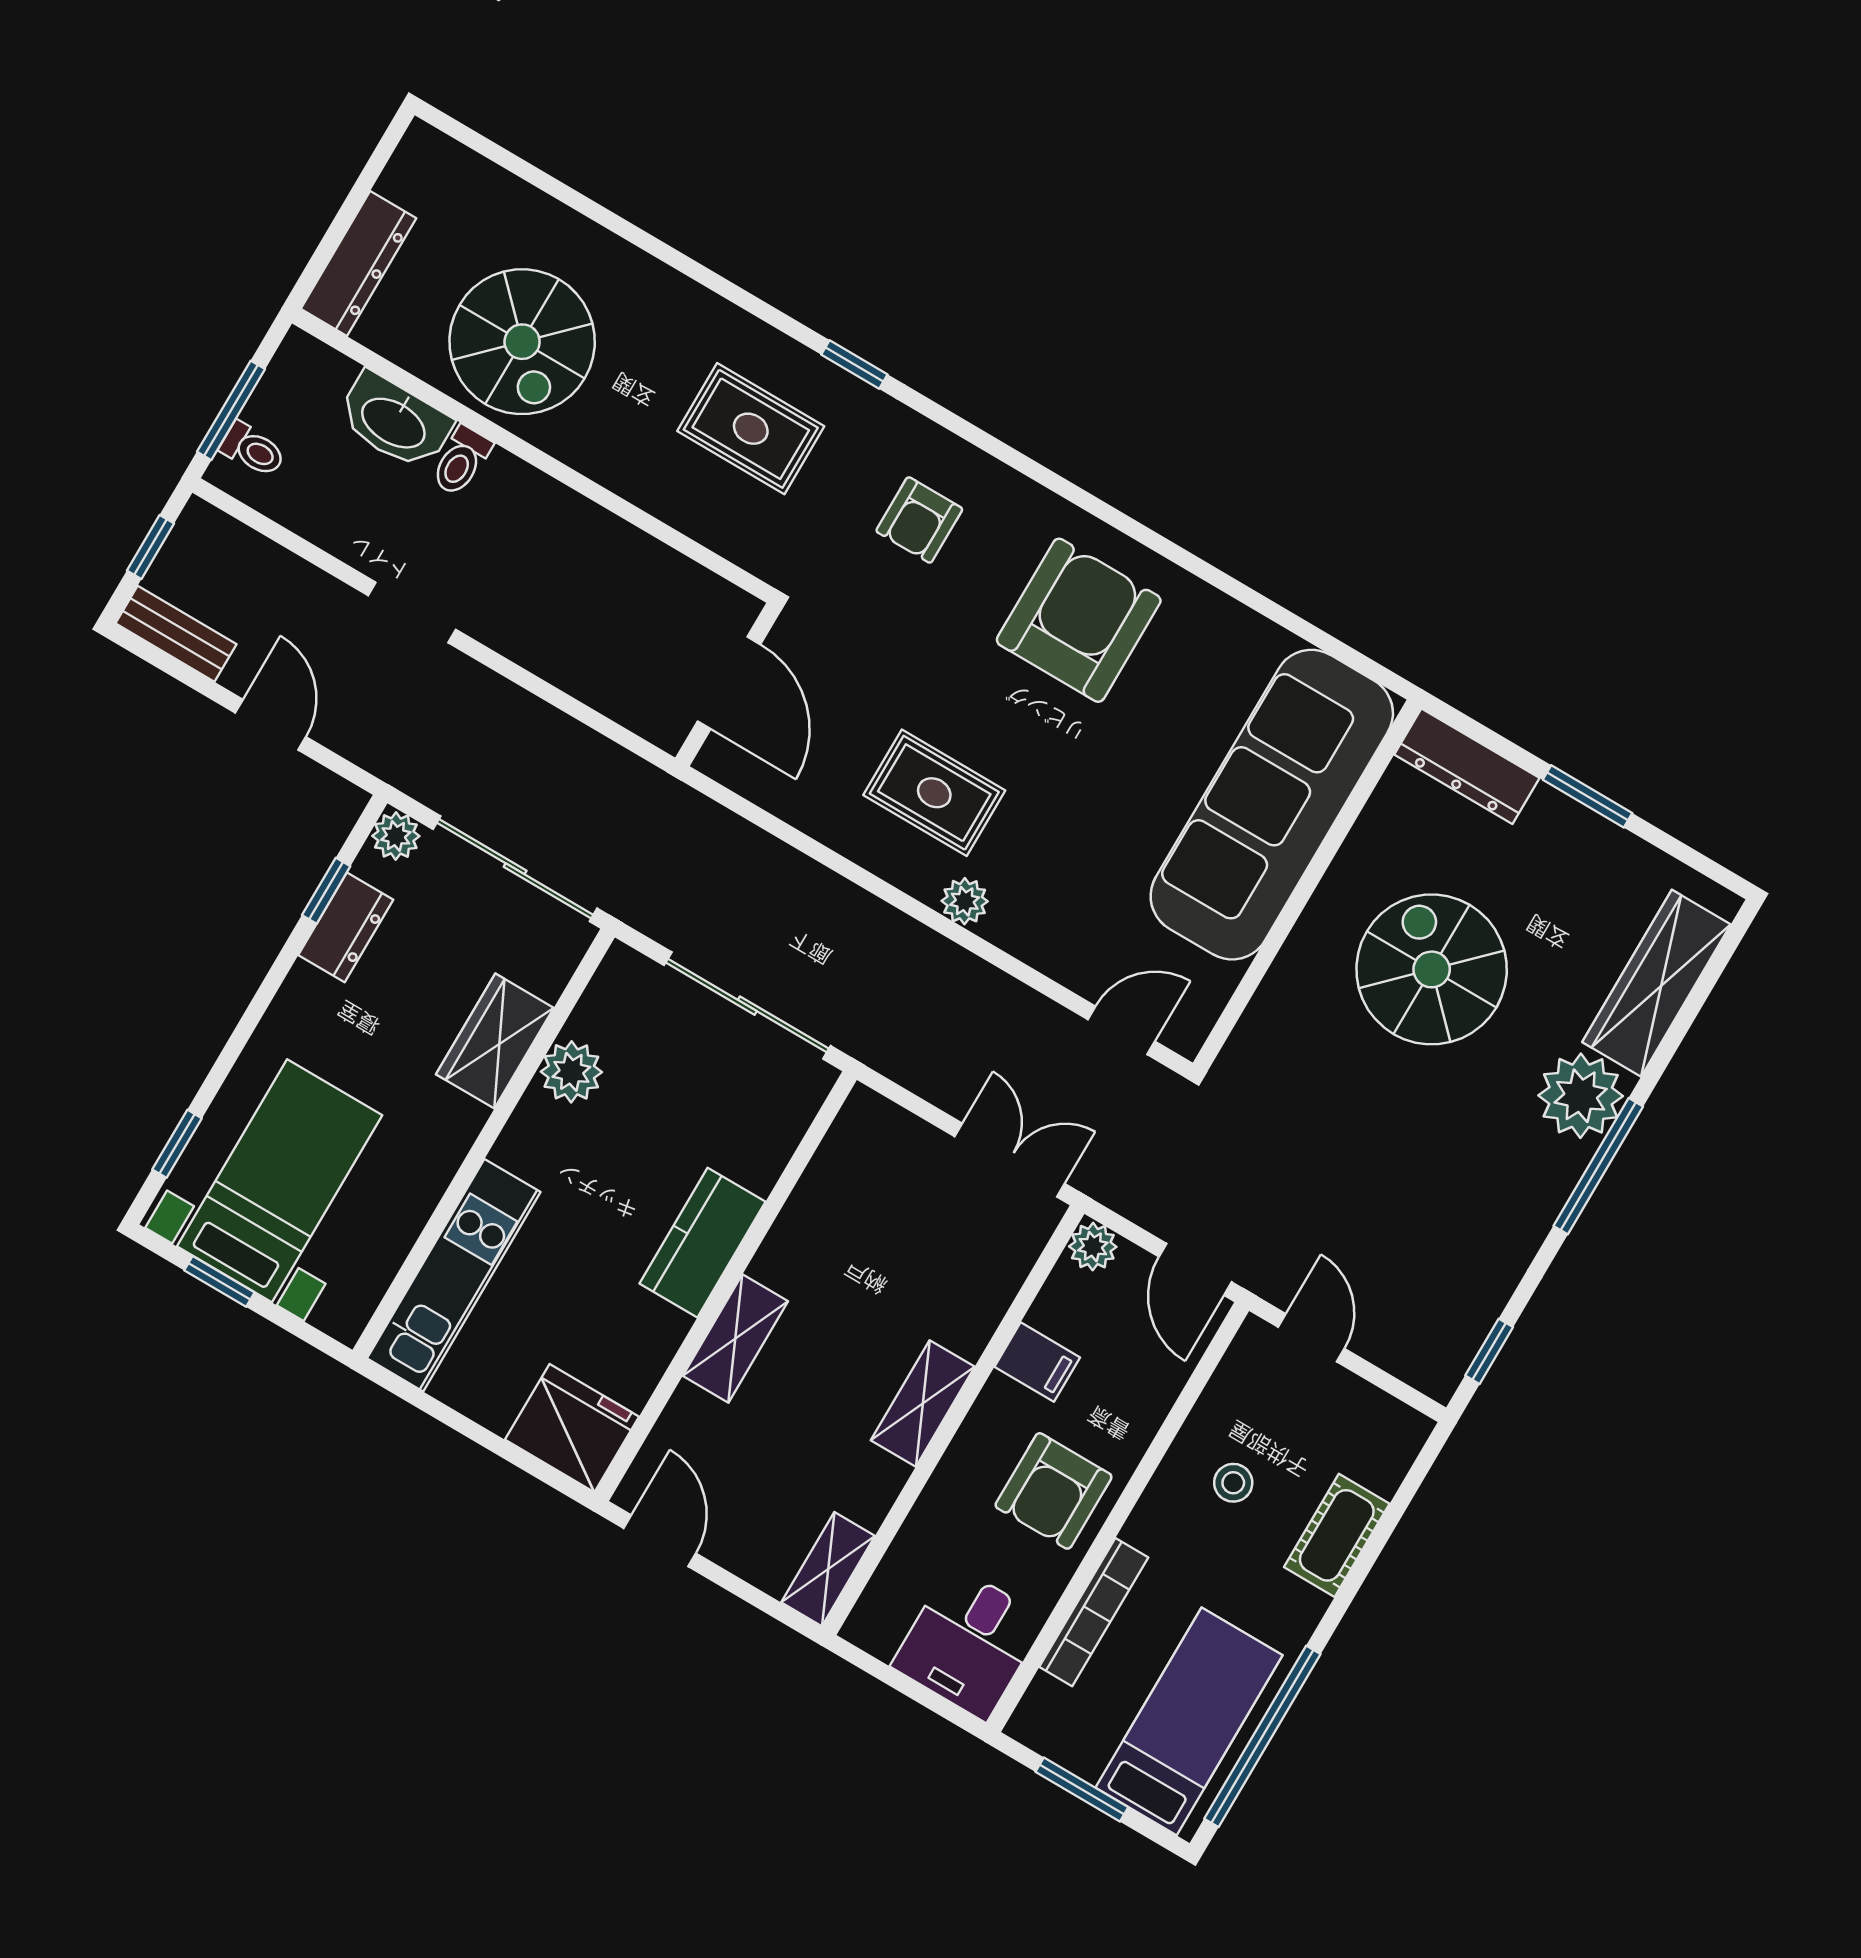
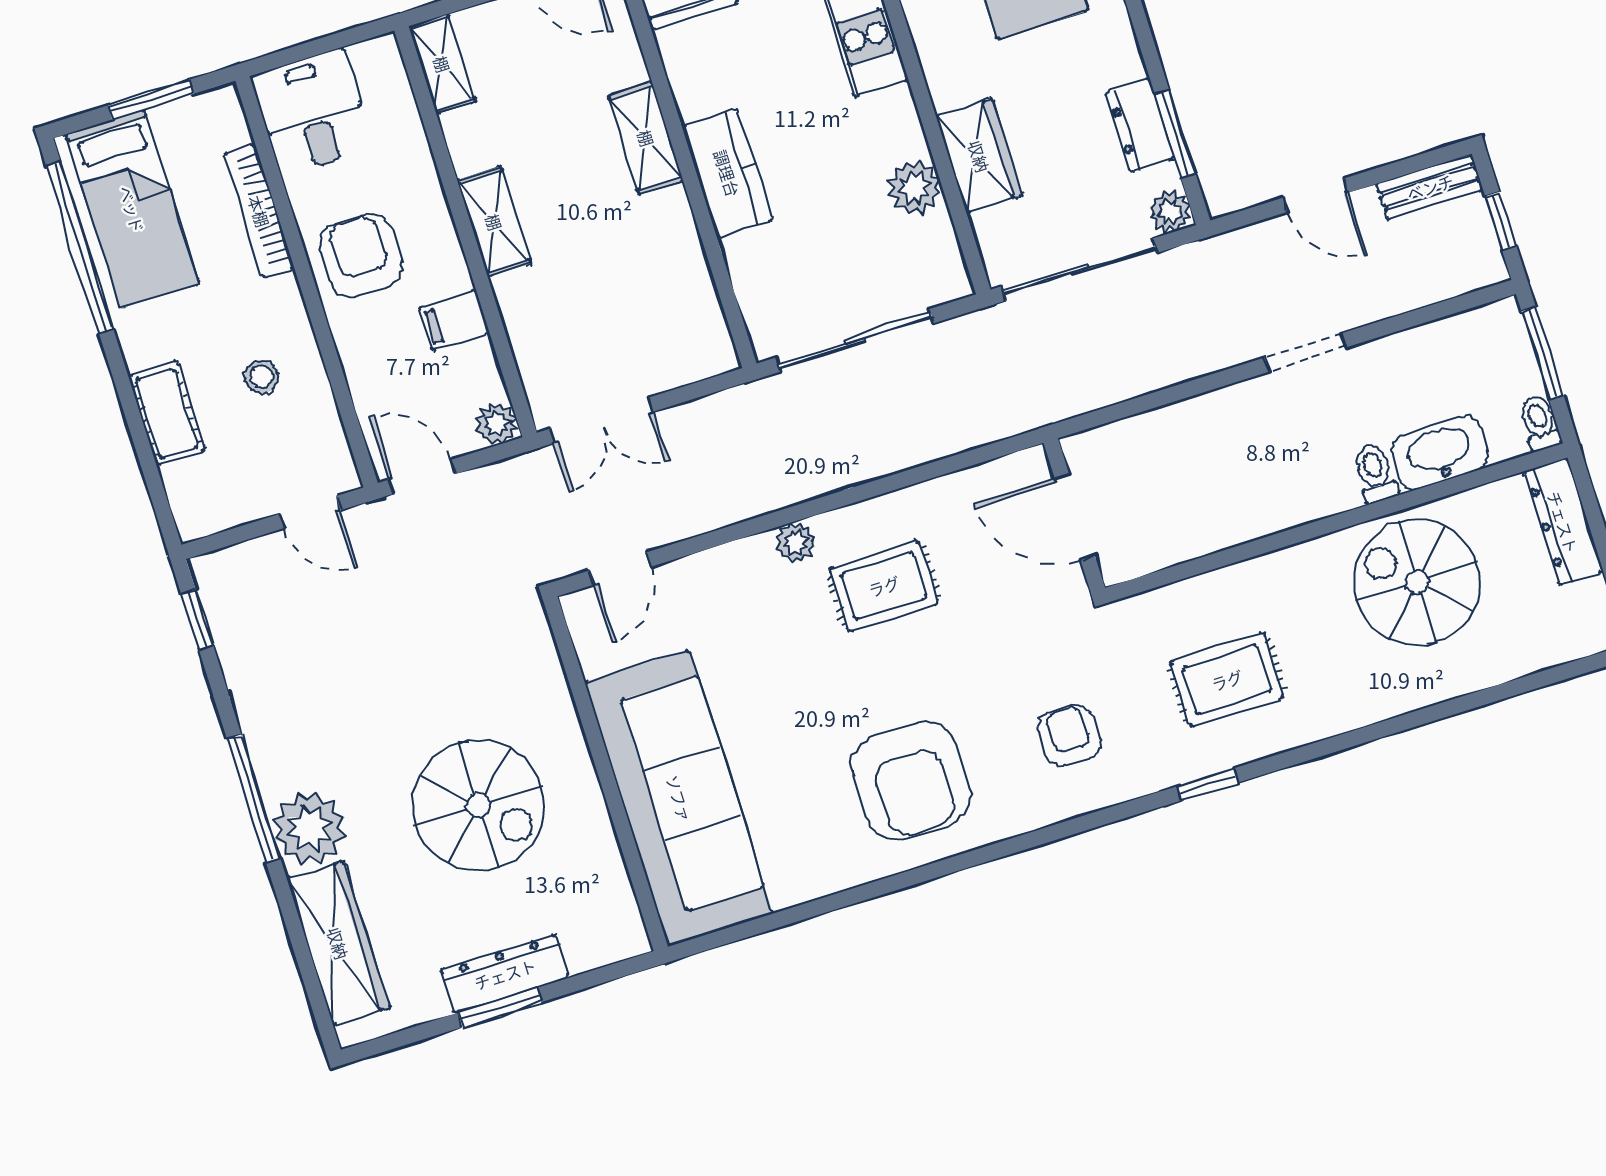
toilet: (253, 450) -> (1540, 423), moved, turned 90
dresser: (1467, 766) -> (505, 974), moved
window: (326, 891) -> (1175, 134), width x1.50

